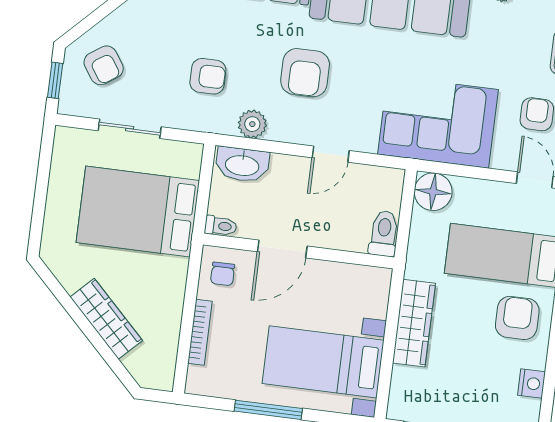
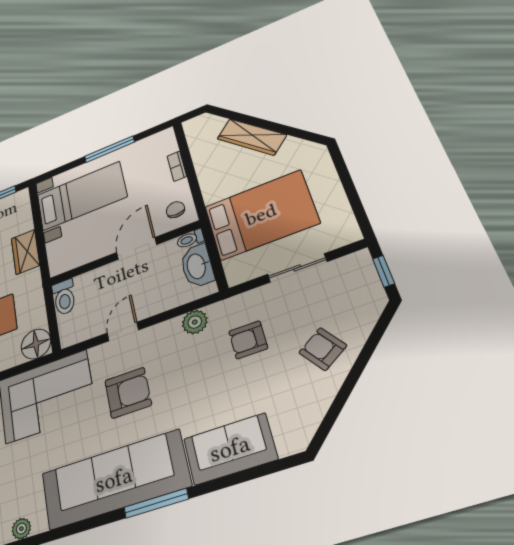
armchair: (104, 65) -> (323, 349), moved
armchair: (305, 73) -> (128, 393), moved, turned 90
washbasin: (242, 165) -> (197, 266), moved, turned -90
wardrobe: (414, 323) -> (25, 252), width x0.67
bookcase: (200, 332) -> (177, 166), width x0.64

